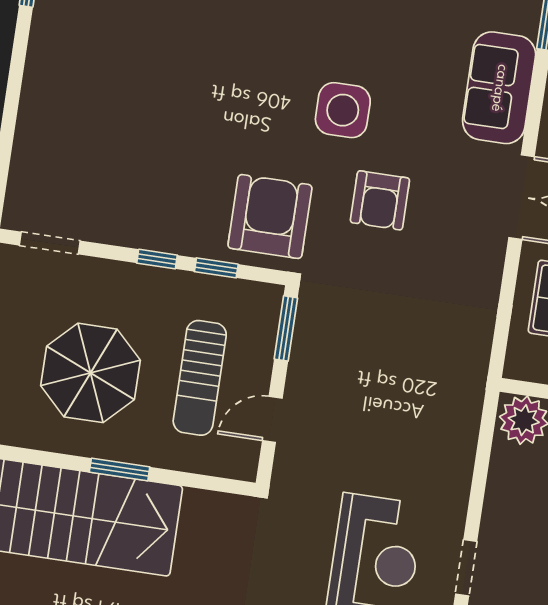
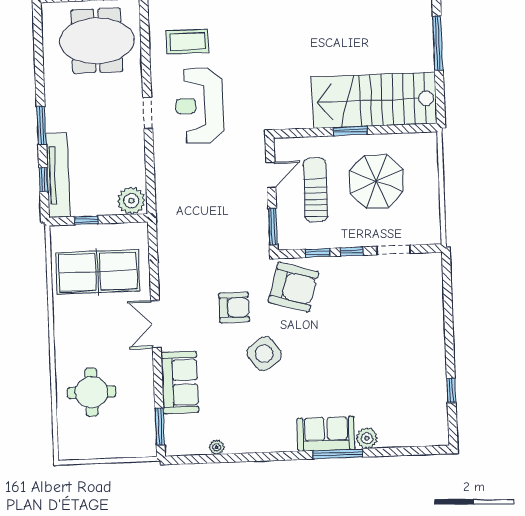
side table: (343, 110) -> (264, 354), turned -37
armchair: (380, 200) -> (234, 307), turned 90
armchair: (270, 216) -> (293, 287), turned -74
doorway: (50, 243) -> (393, 250), moved

